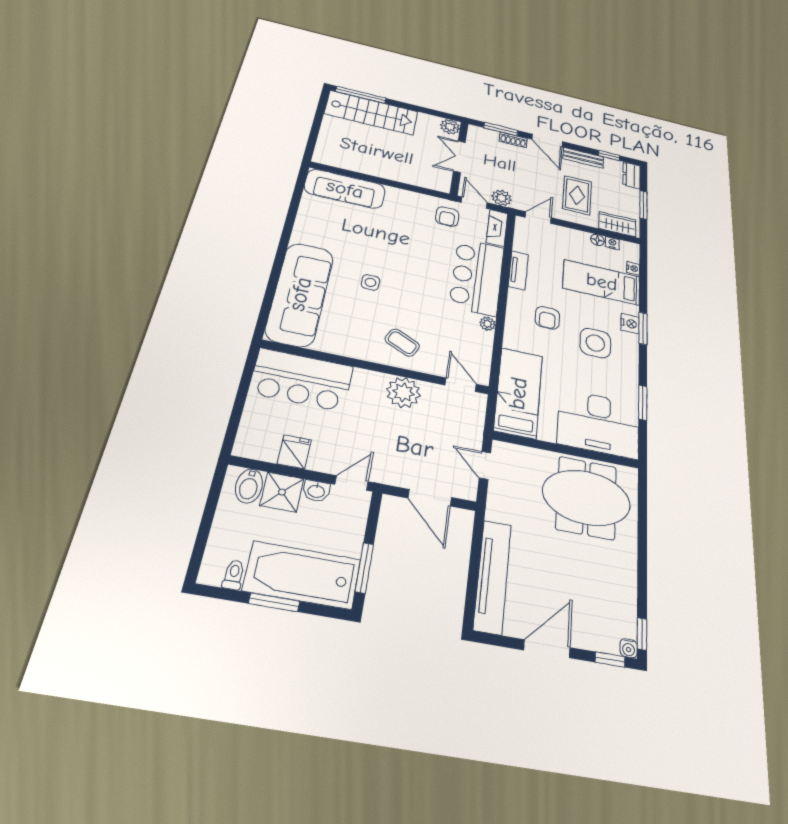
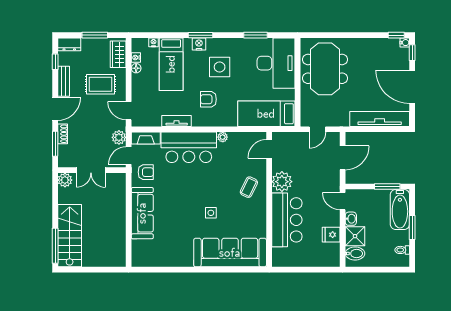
sofa: (345, 189) -> (142, 213), moved
armchair: (547, 318) -> (208, 99), turned 180
bar counter: (302, 380) -> (287, 220), moved
bathtub: (302, 575) -> (400, 209), width x0.73, depth x0.73
door: (547, 649) -> (412, 87), width x1.36

